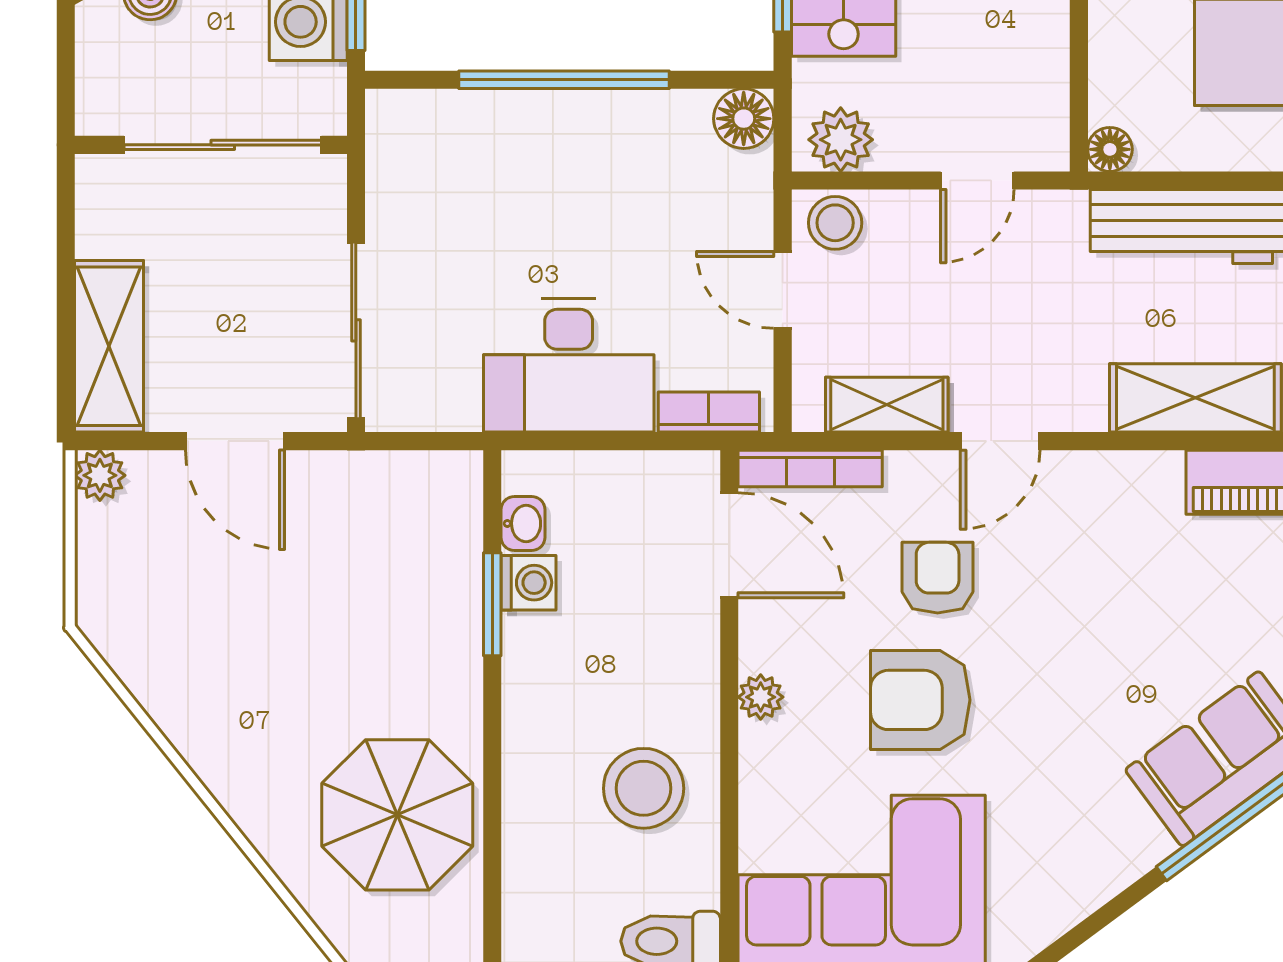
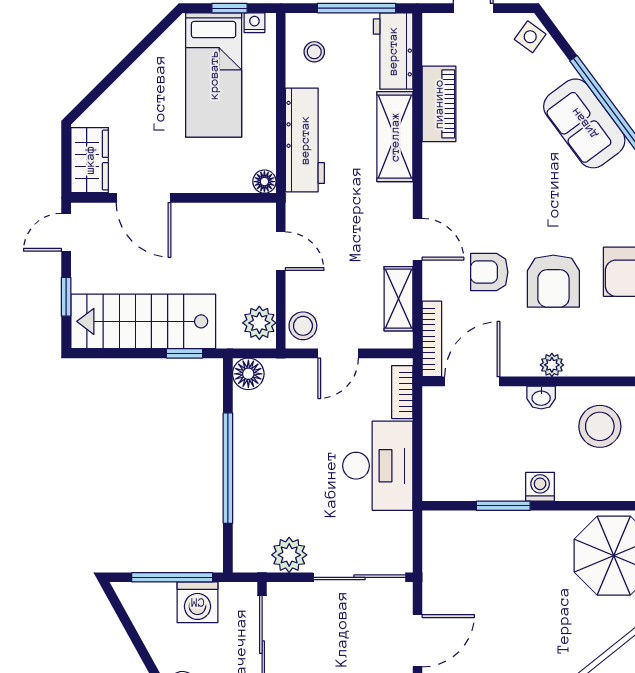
plant: (399, 197) -> (289, 555), added
washbasin: (523, 524) -> (541, 397), moved, turned 180
washing machine: (529, 583) -> (540, 487), moved

